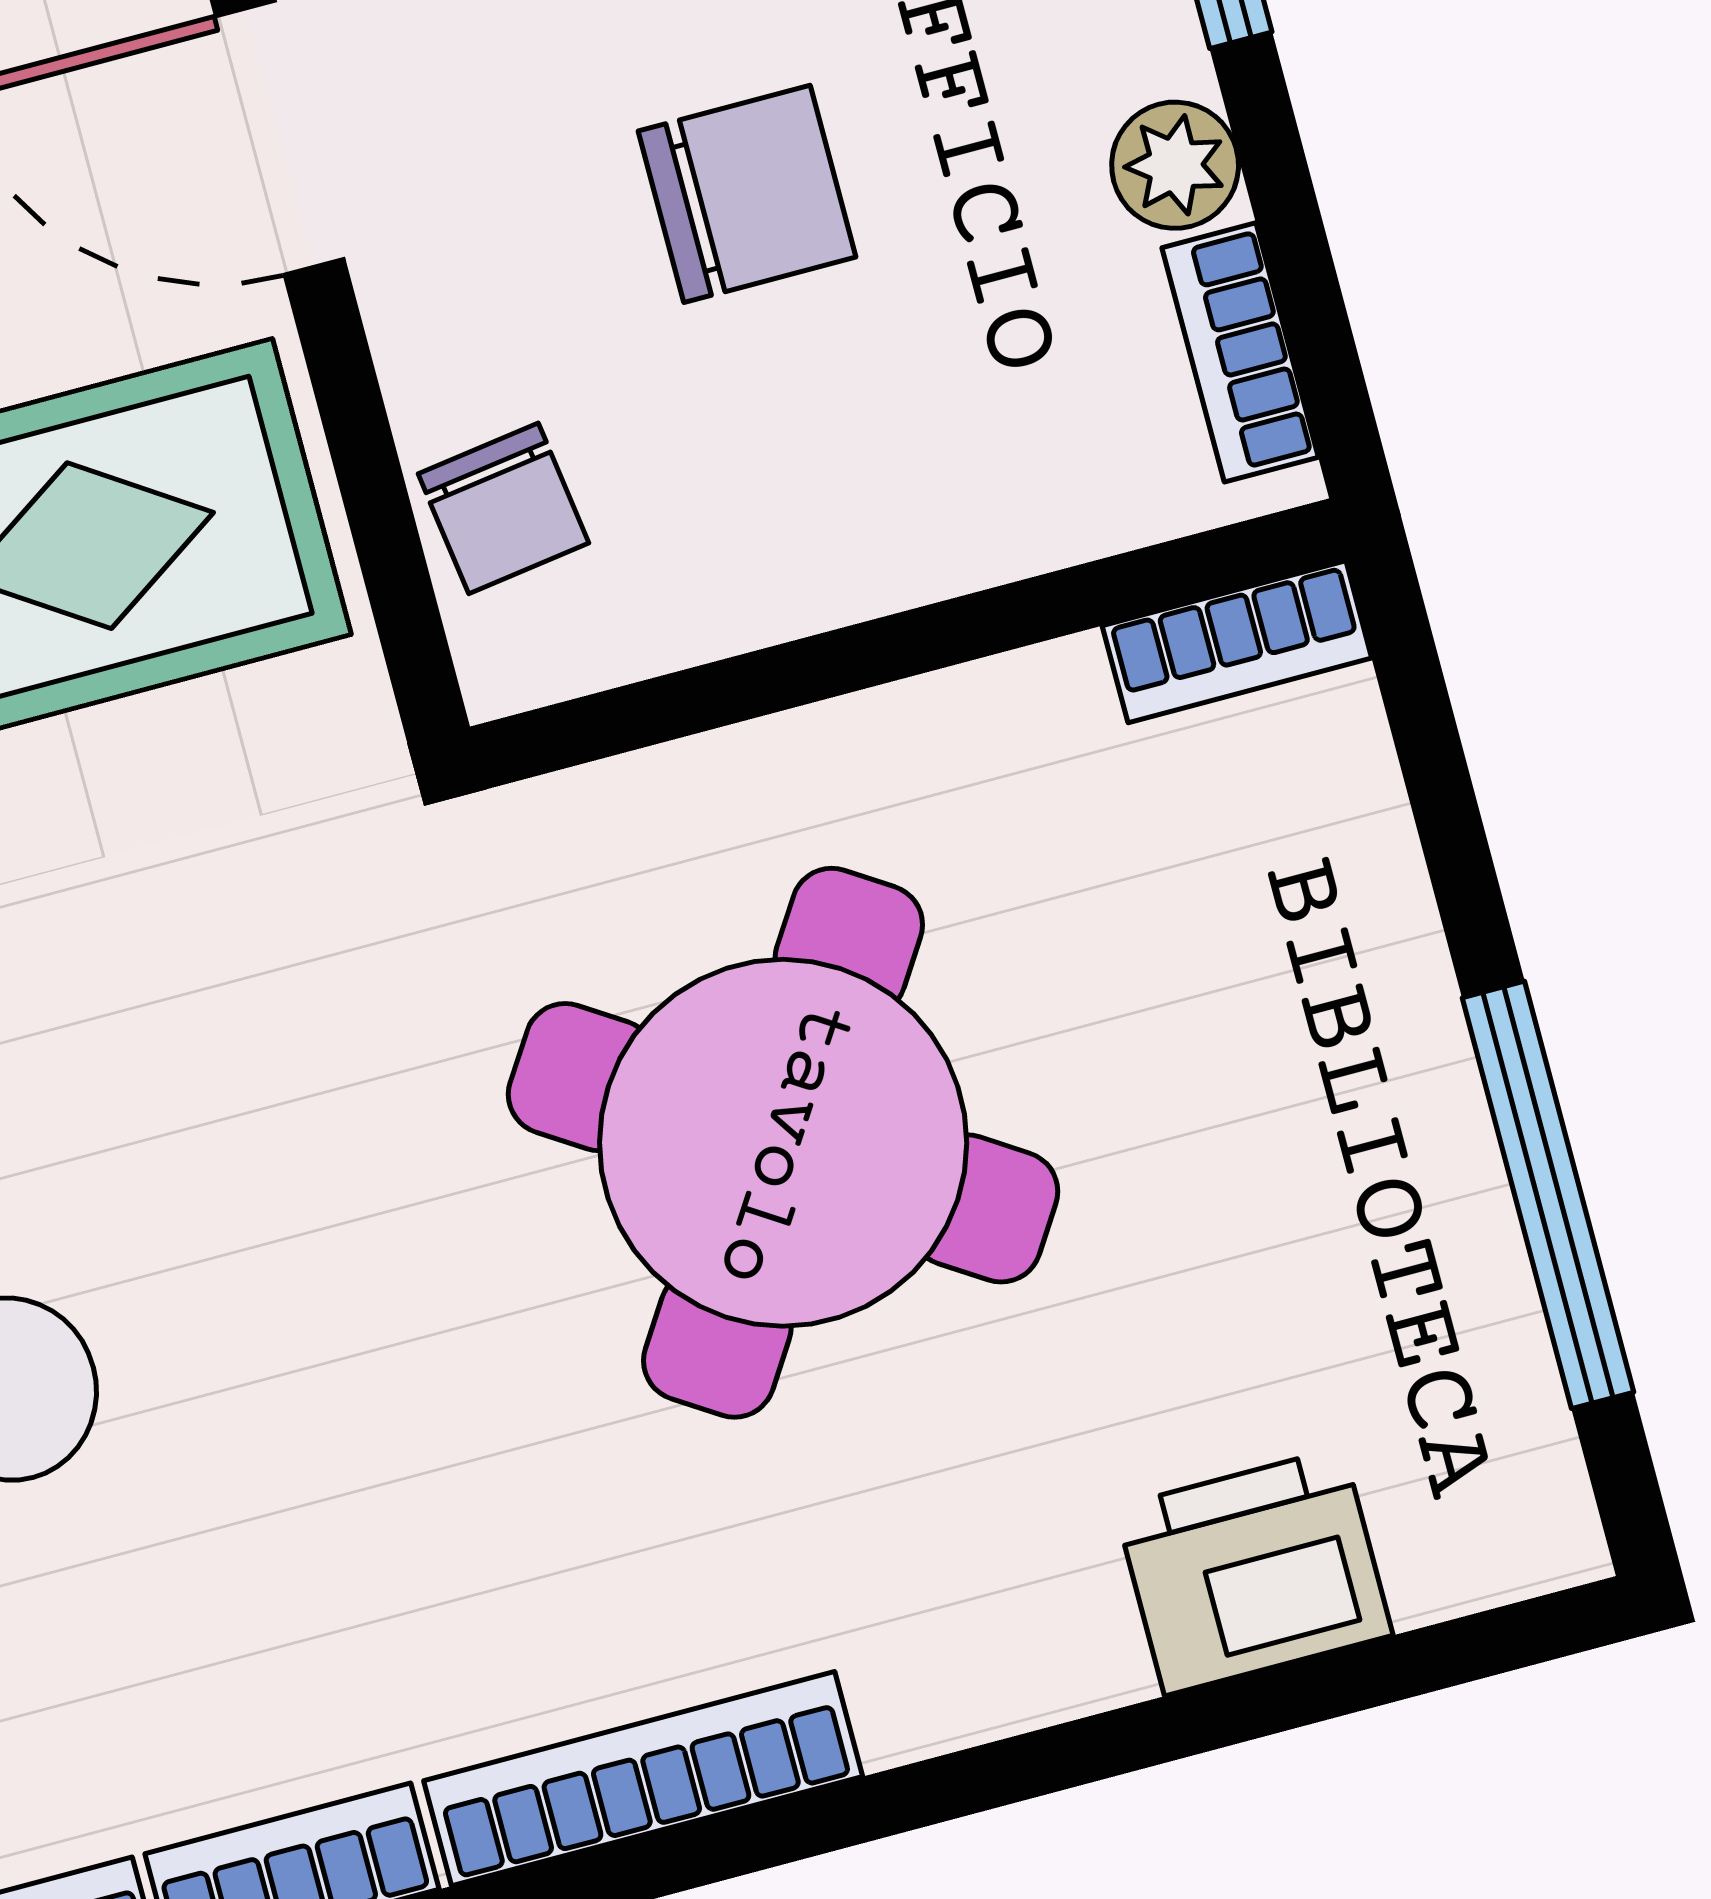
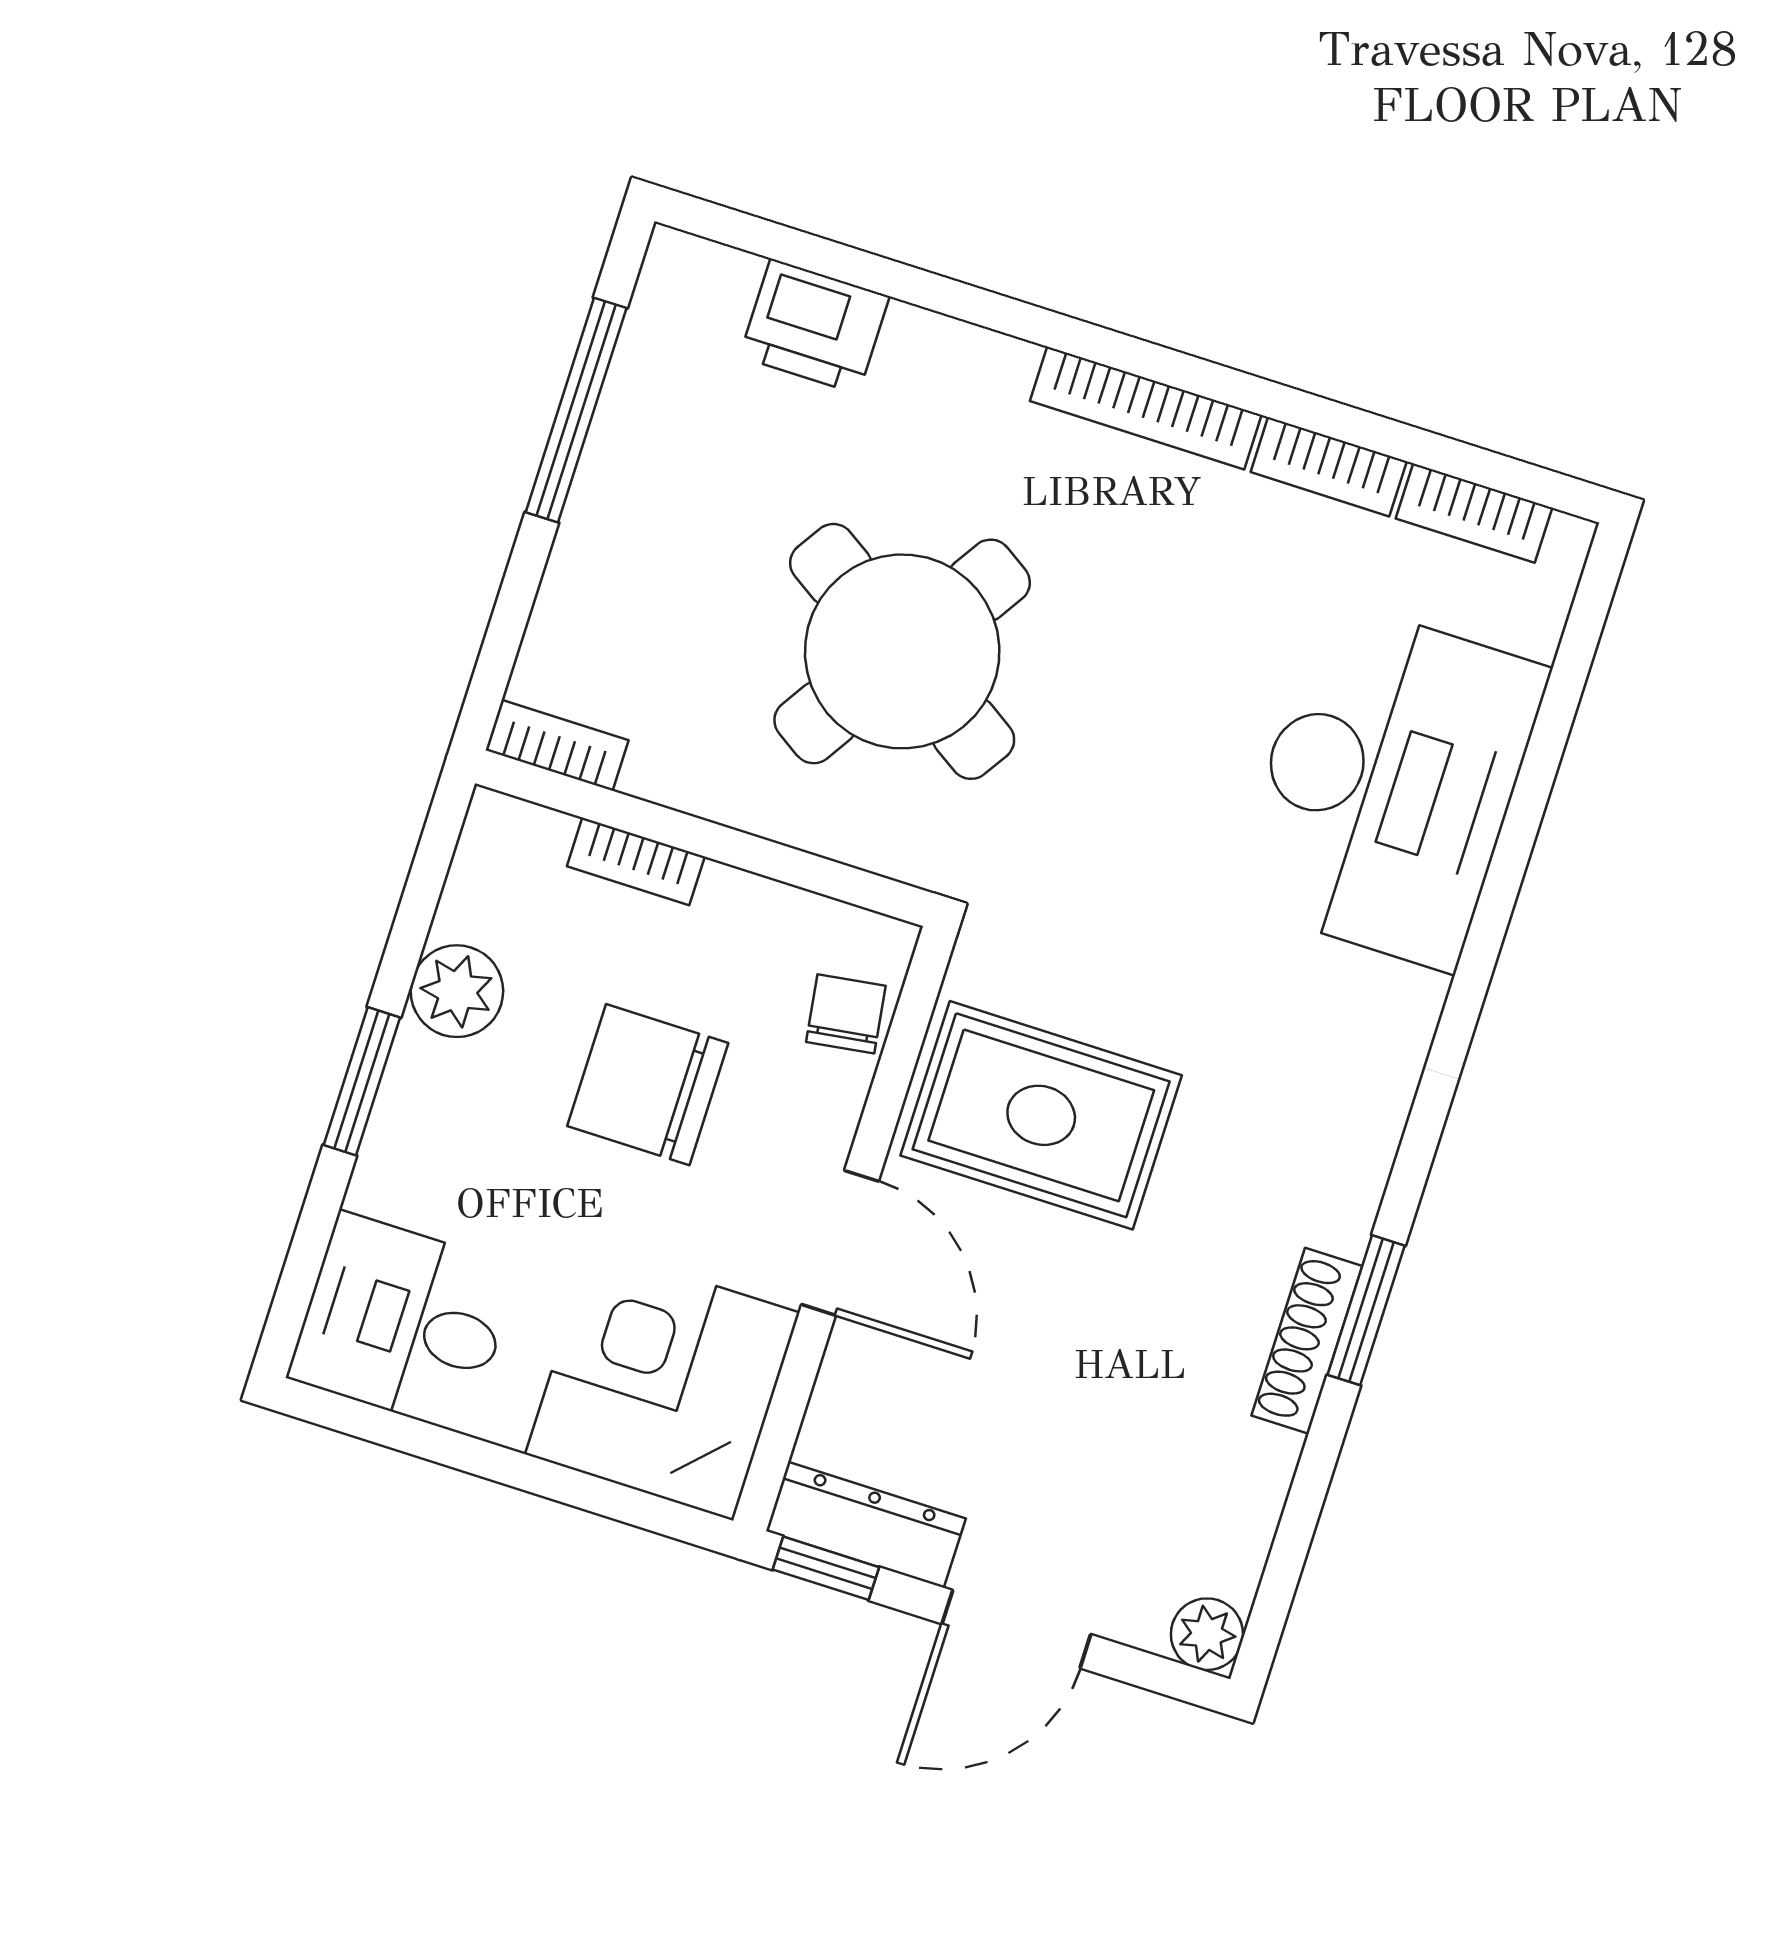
plant: (1175, 165) -> (457, 991), width x1.38, depth x1.38
chair: (747, 194) -> (648, 1085), width x1.37, depth x1.37
bookcase: (1240, 352) -> (636, 861), moved, turned 90

